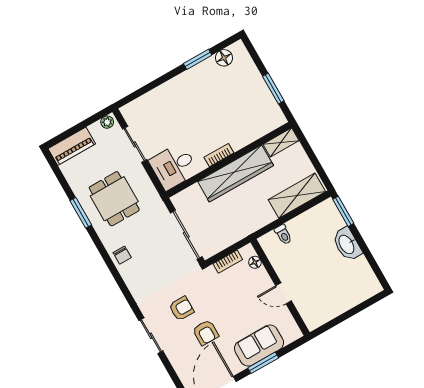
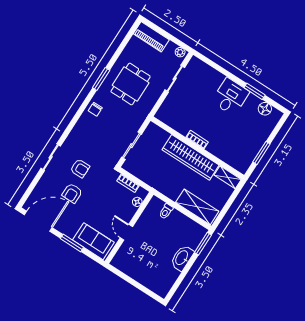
desk: (174, 166) -> (230, 97), moved, turned 90
window: (81, 213) -> (101, 79), moved
sliding door: (186, 235) -> (132, 146), width x0.73
sofa: (259, 346) -> (93, 241), moved

